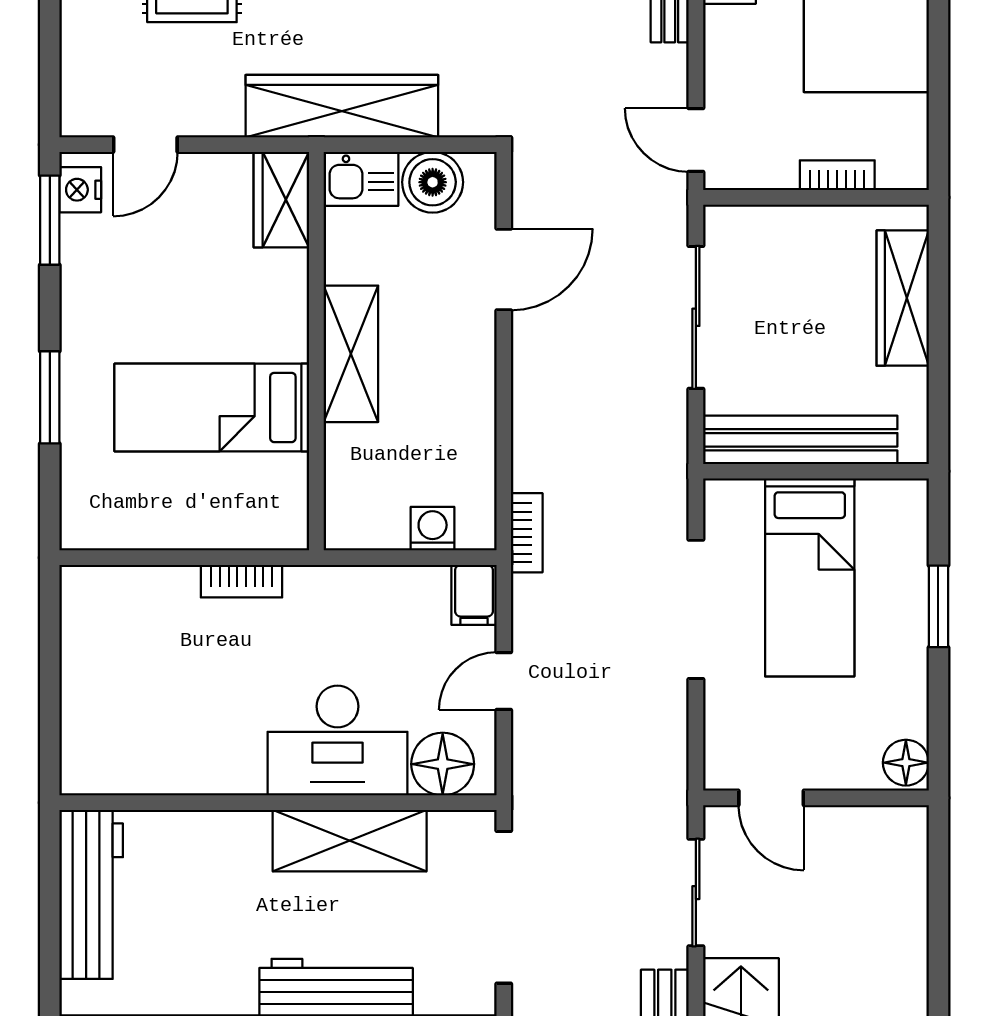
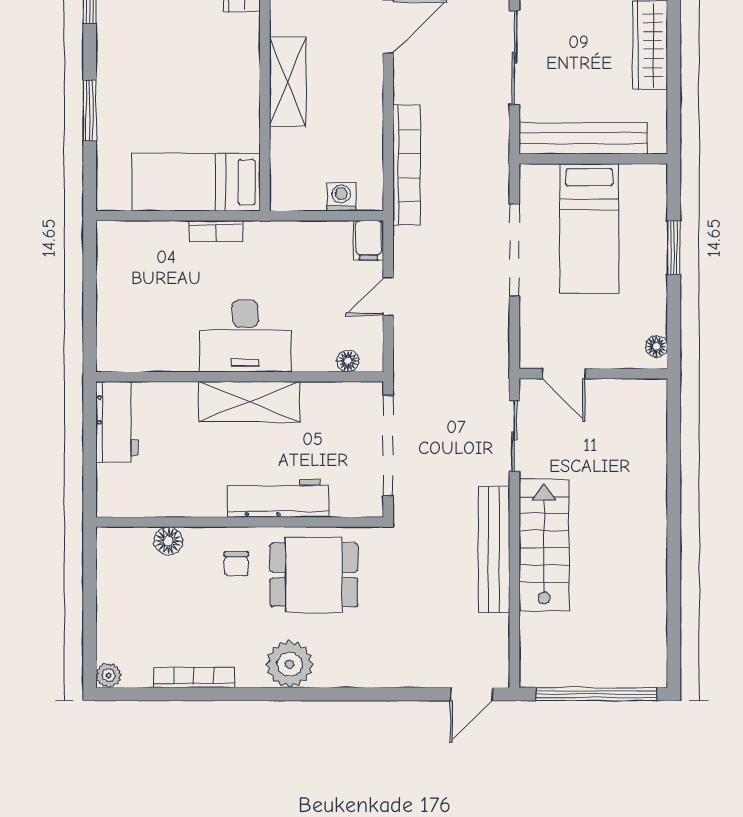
bed: (212, 407) -> (196, 182), moved
bookcase: (527, 533) -> (406, 165), width x2.31, depth x1.31
desk: (337, 741) -> (245, 336), moved
floor lamp: (906, 763) -> (656, 346), width x0.73, depth x0.73
floor lamp: (443, 764) -> (348, 361), width x0.53, depth x0.53
shelving: (350, 841) -> (250, 402), moved
workbench: (91, 894) -> (117, 422), width x0.73

